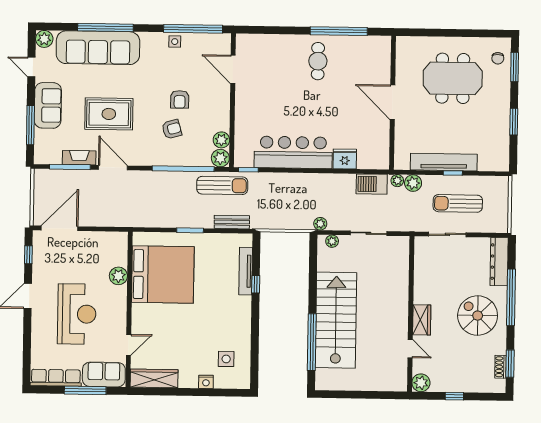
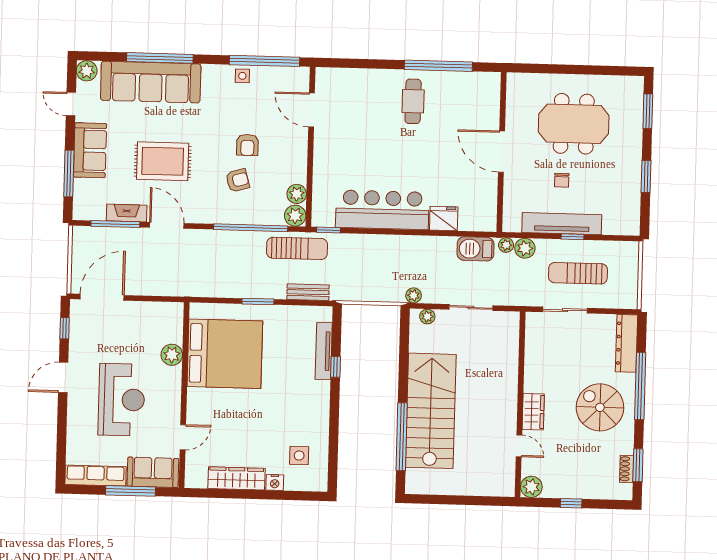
chair: (498, 58) -> (562, 180), moved
wardrobe: (154, 378) -> (236, 478), moved

